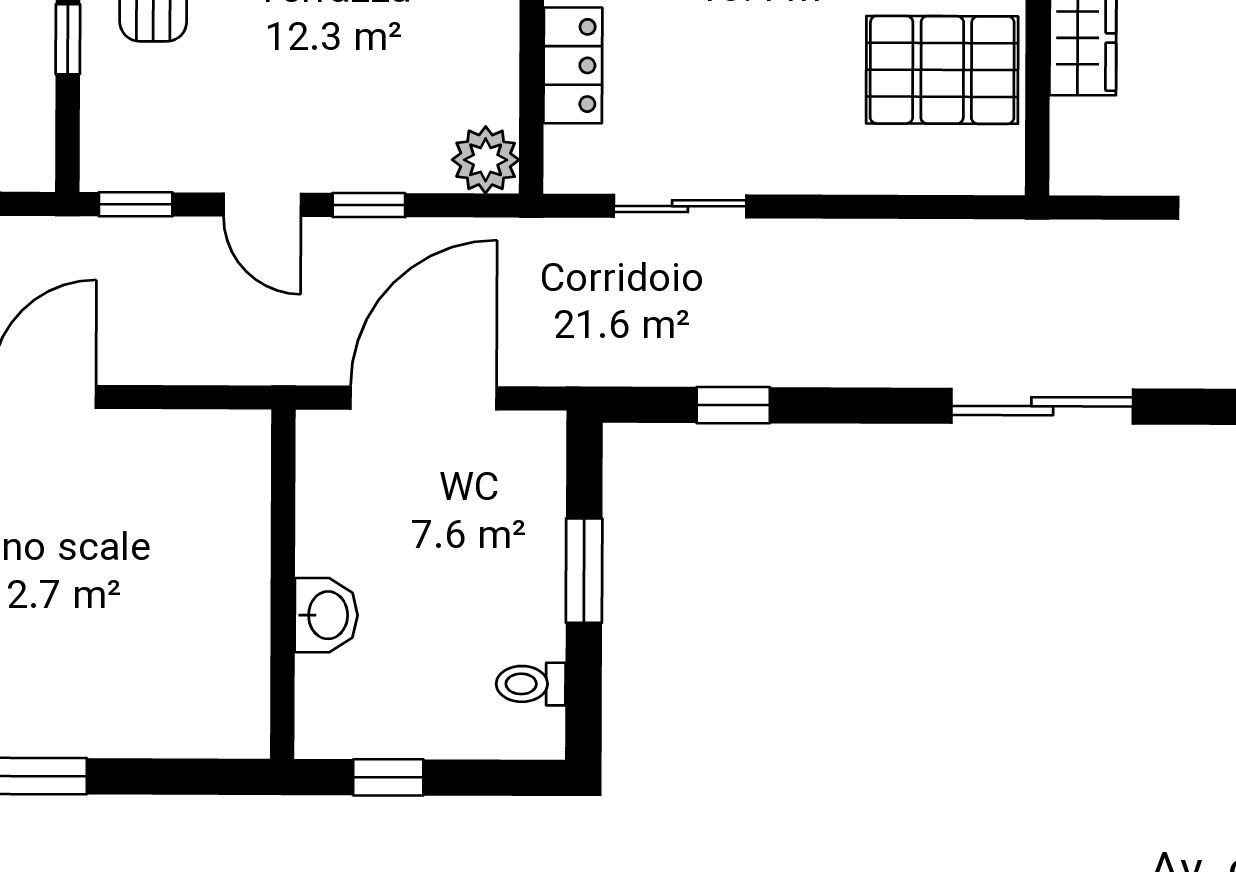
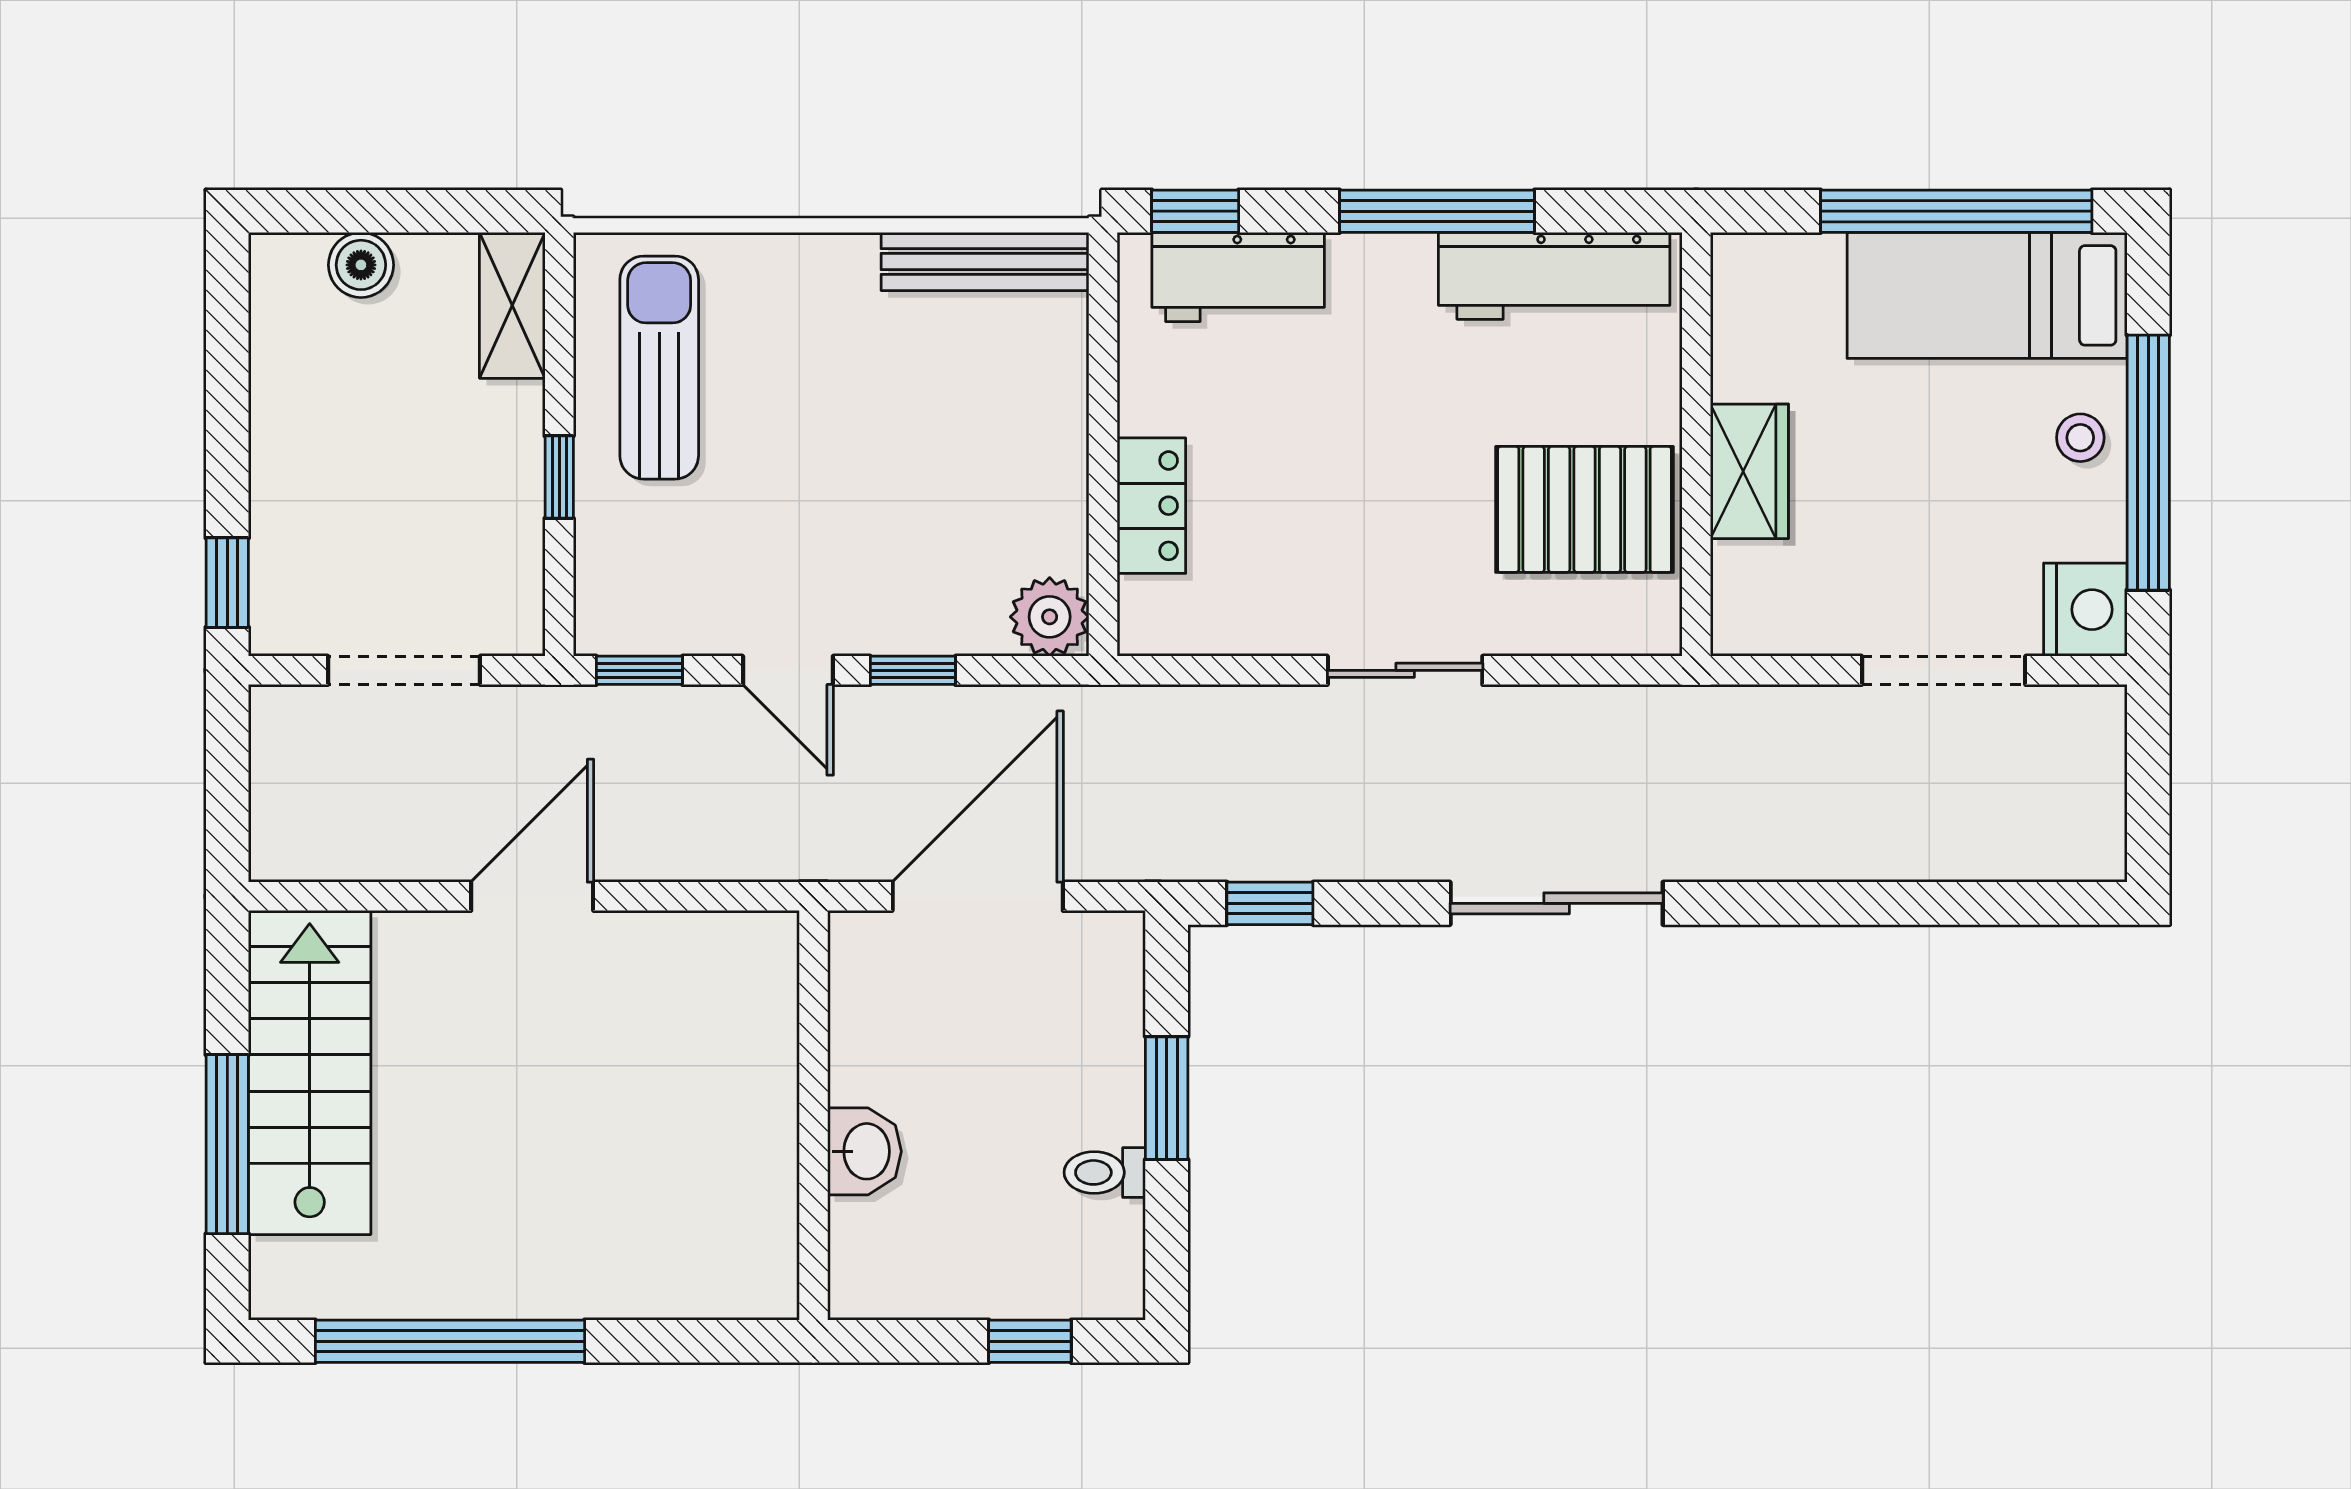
sliding door: (680, 206) -> (1405, 670), moved
window: (733, 405) -> (1270, 903), moved
sliding door: (1042, 406) -> (1557, 903), moved
toilet: (531, 684) -> (1105, 1172), moved
window: (388, 777) -> (1030, 1341), moved

